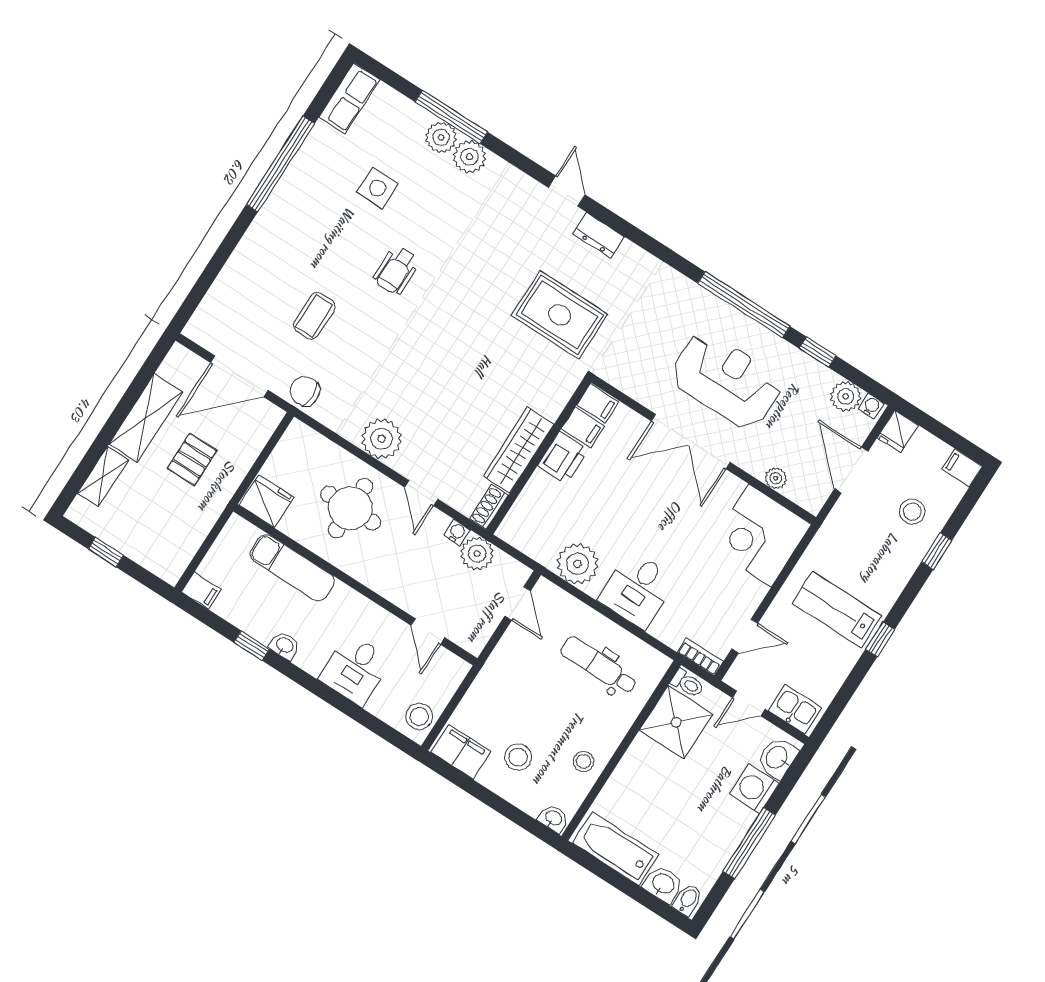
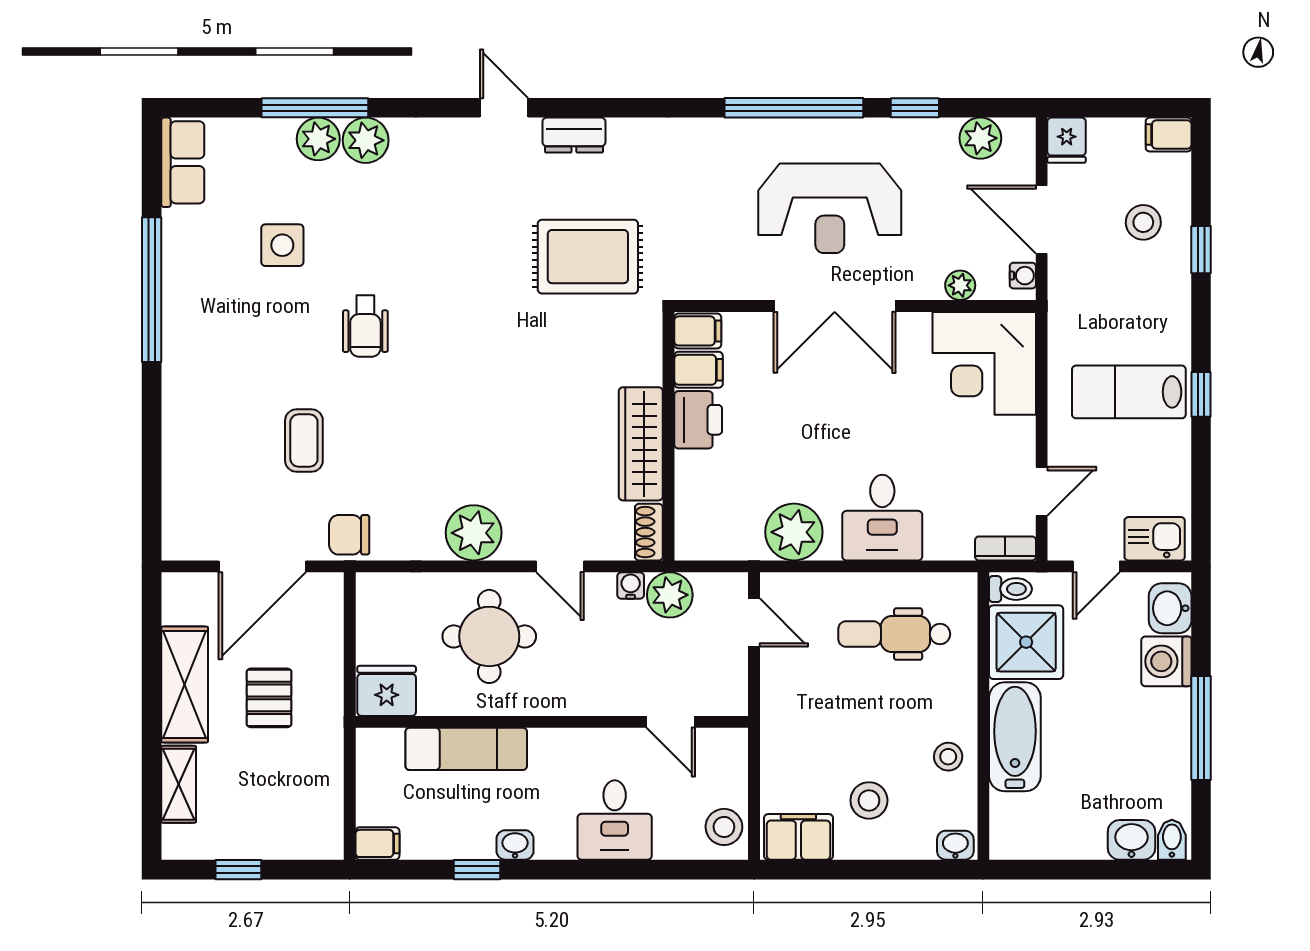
reception desk: (726, 380) -> (830, 208), turned 180
water cooler: (871, 406) -> (1023, 276), moved, turned 90
bathtub: (616, 849) -> (1015, 737), moved, turned 90

